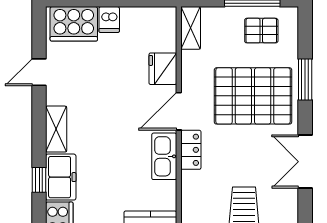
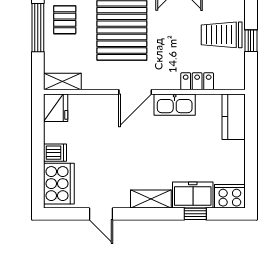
fridge: (163, 69) -> (56, 108), moved, turned -90
door: (179, 111) -> (135, 92), hinge flipped
locker: (191, 150) -> (197, 81), moved

